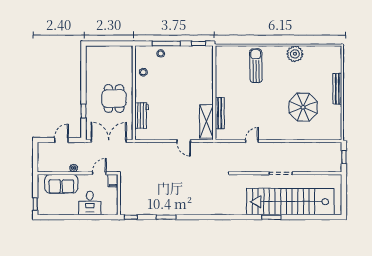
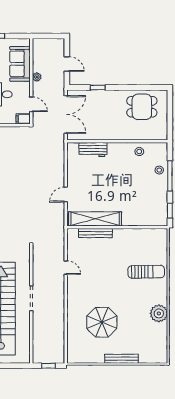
dining table: (114, 99) -> (142, 107), moved
shelving: (206, 121) -> (95, 219), width x1.47

